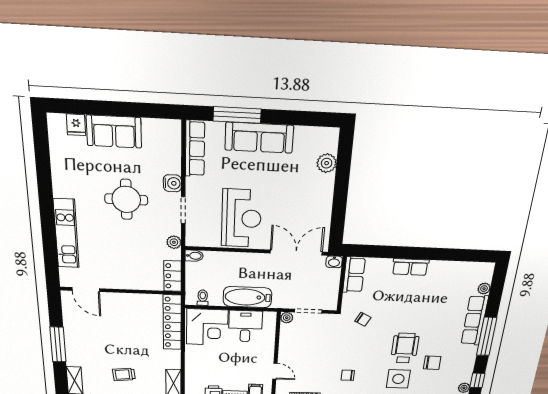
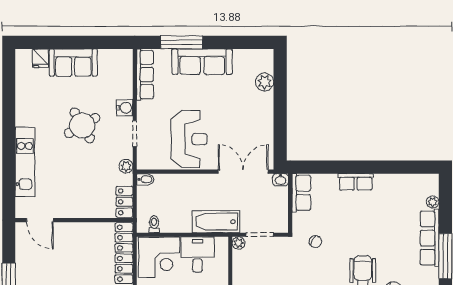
round table: (126, 199) -> (82, 125), turned -30
bathtub: (247, 297) -> (216, 222), moved

